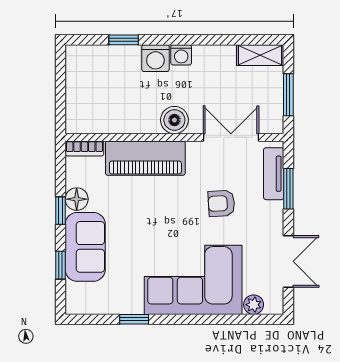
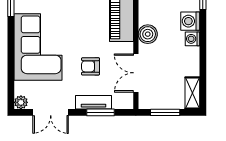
double door: (231, 137) -> (136, 73), swing flipped
tv unit: (274, 174) -> (93, 102), moved
armchair: (221, 203) -> (91, 66), turned -87
plant: (254, 305) -> (21, 102), moved

